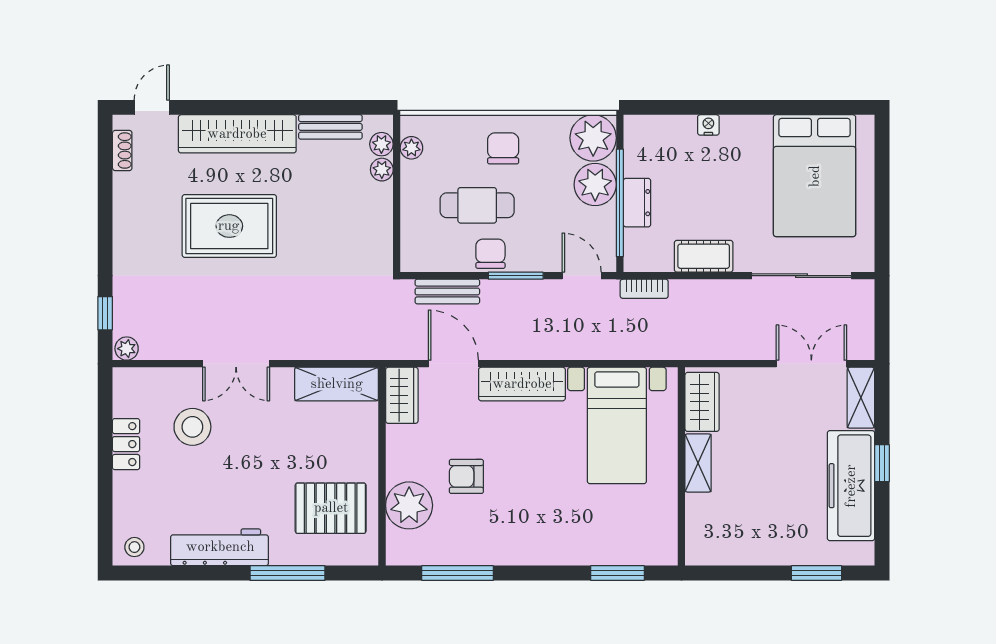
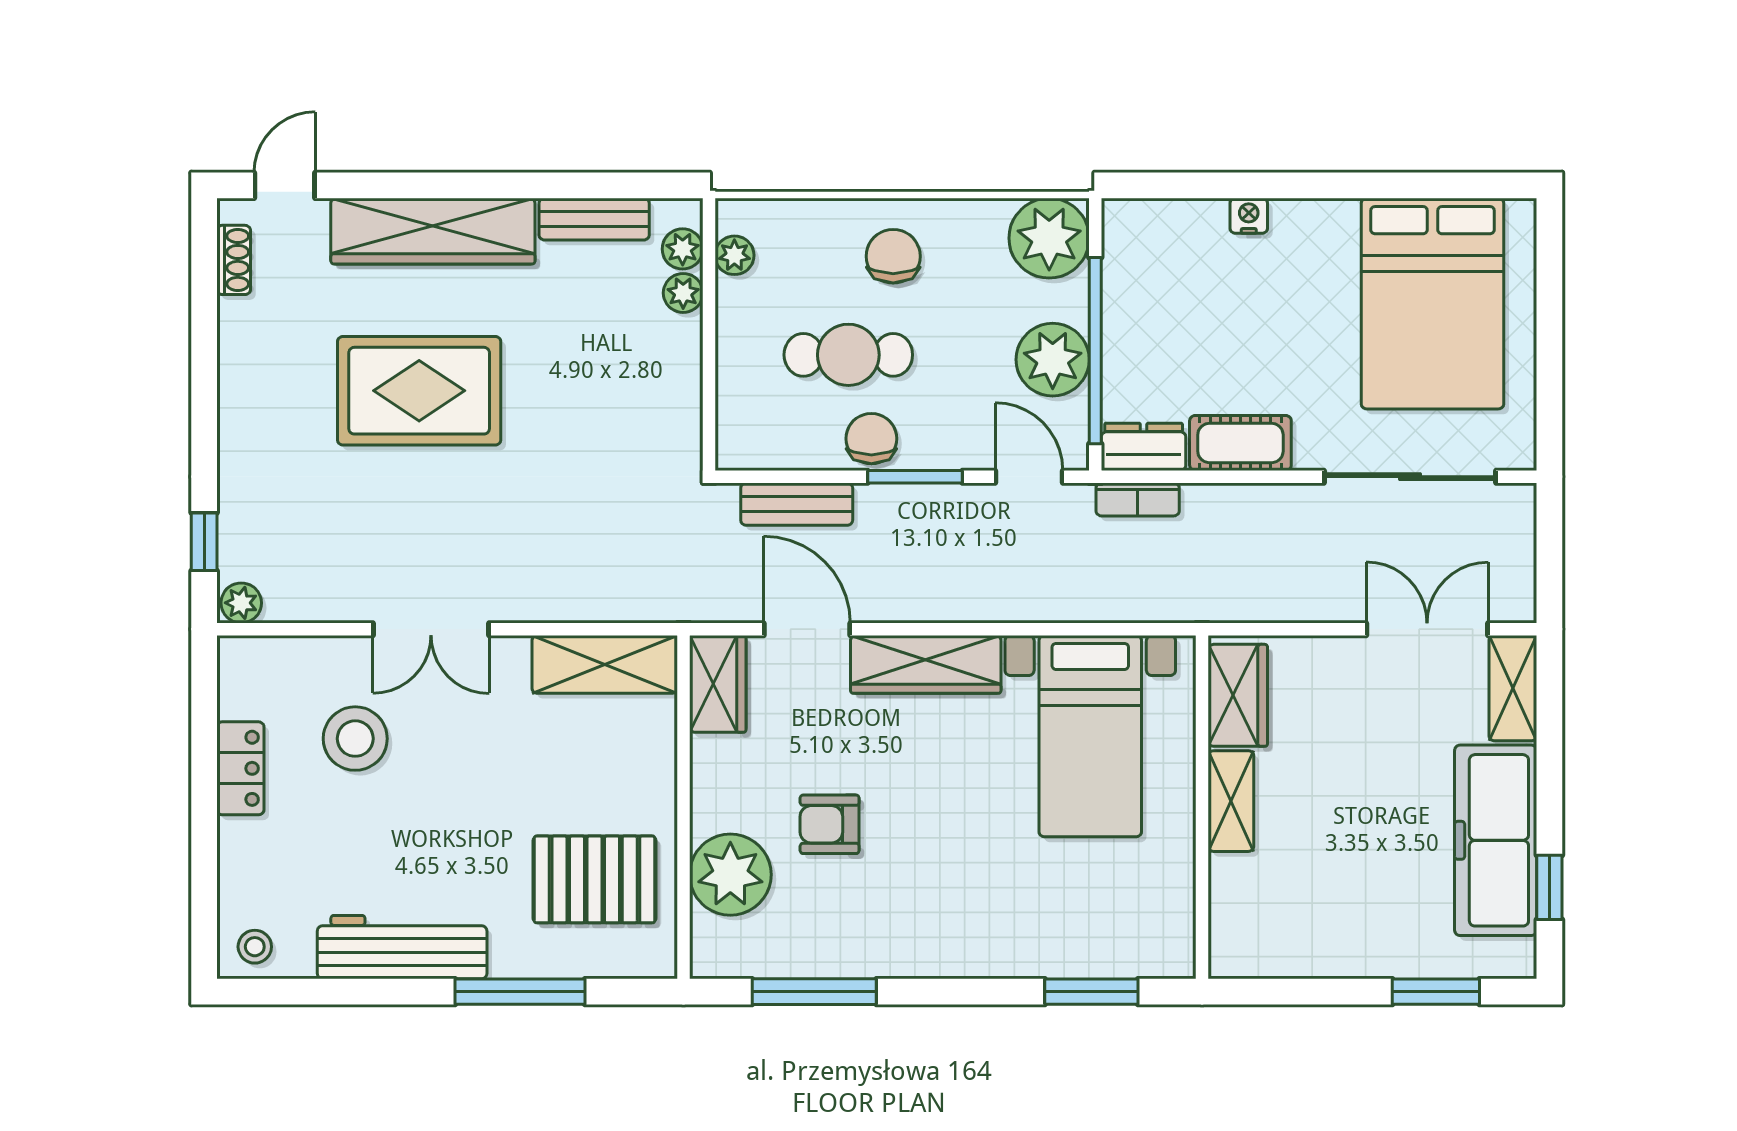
plant: (595, 185) -> (1053, 360), moved
dresser: (637, 203) -> (1144, 447), moved, turned -90
window: (882, 463) -> (1549, 887), moved

